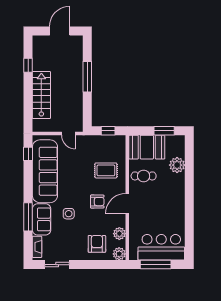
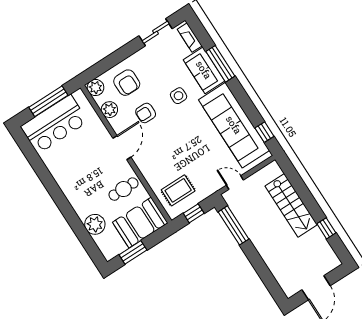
window: (87, 77) -> (234, 225), moved
rug: (106, 170) -> (178, 190), moved
armchair: (97, 202) -> (146, 113), moved

